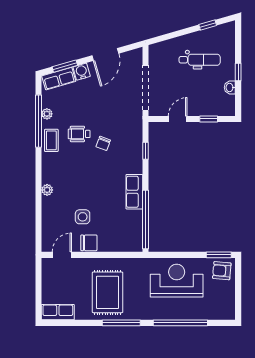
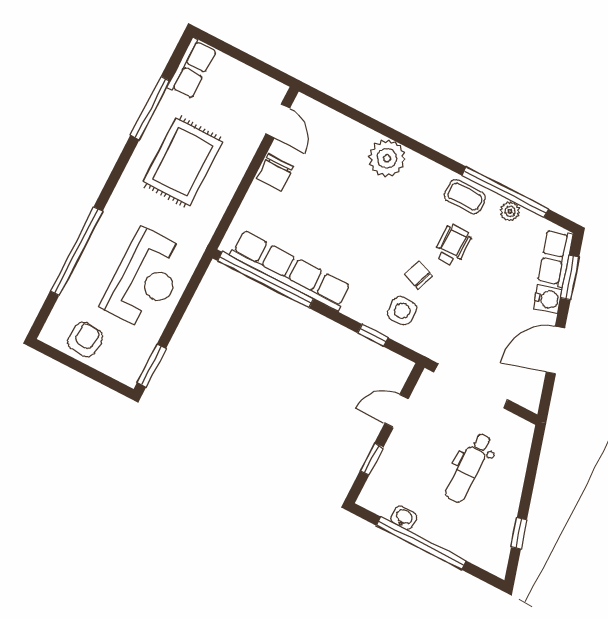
door: (105, 54) -> (555, 350), hinge flipped
dental chair: (200, 60) -> (469, 468), moved
window: (238, 72) -> (421, 543), width x3.17
door: (178, 119) -> (397, 411), swing flipped
plant: (47, 190) -> (387, 158), width x1.87, depth x1.87
row of seats: (134, 192) -> (290, 271), width x2.02
side table: (83, 217) -> (402, 311), moved
armchair: (222, 271) -> (85, 339), moved
rug: (108, 292) -> (183, 162), turned 90
window: (121, 323) -> (150, 108), moved

